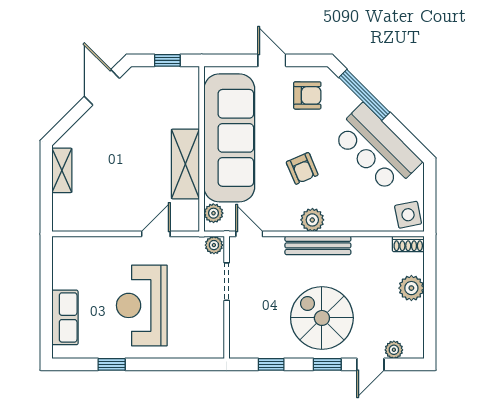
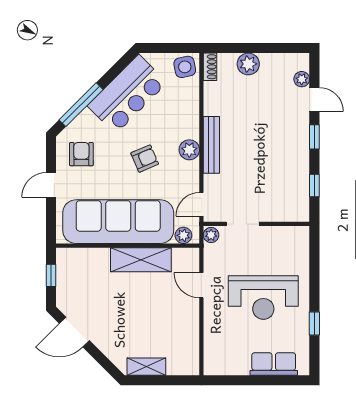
spiral stairs: (322, 318) -> (274, 141), removed

